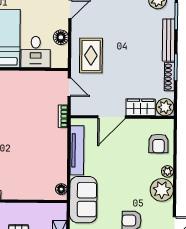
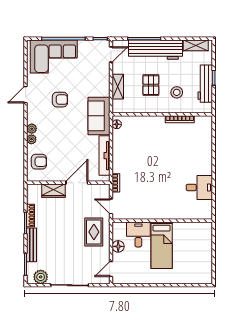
plant: (165, 107) -> (34, 191), removed
armchair: (158, 143) -> (39, 162), turned 90
plant: (162, 190) -> (32, 129), width x0.53, depth x0.53

